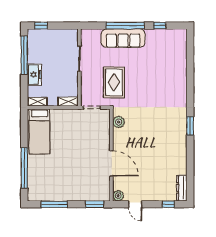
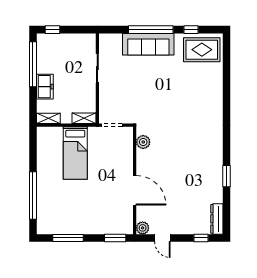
rug: (114, 82) -> (202, 50), moved, turned 90
window: (190, 126) -> (226, 176), moved
bed: (39, 131) -> (75, 153), moved

